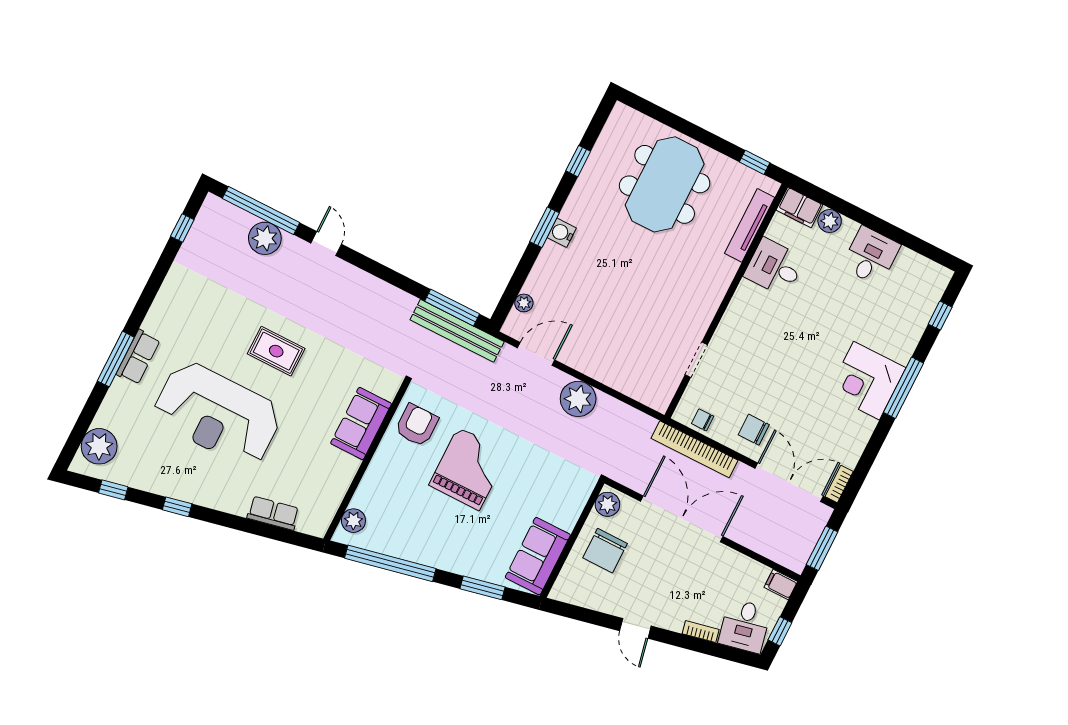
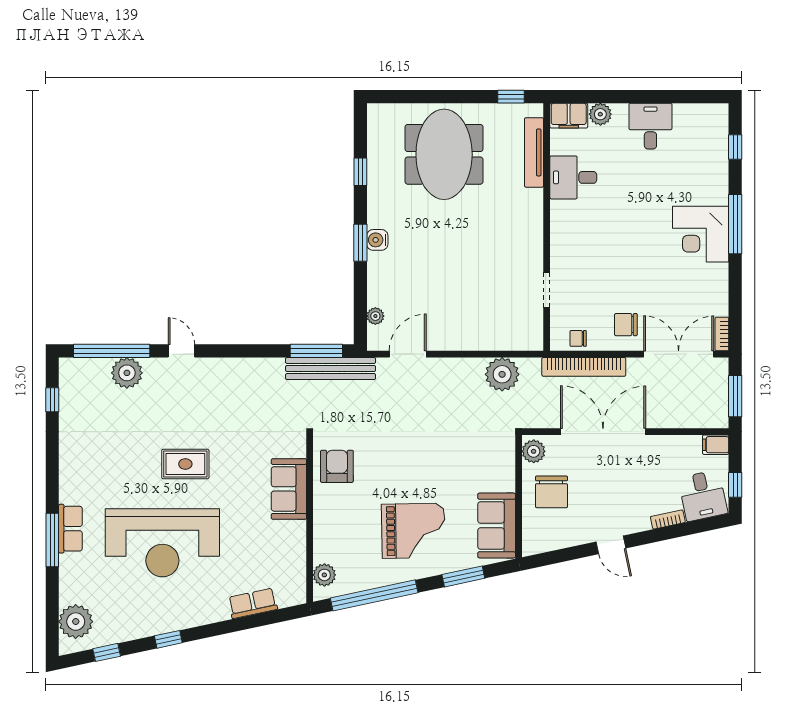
plant: (578, 399) -> (502, 374), moved
grand piano: (469, 469) -> (413, 531), moved, turned 89

